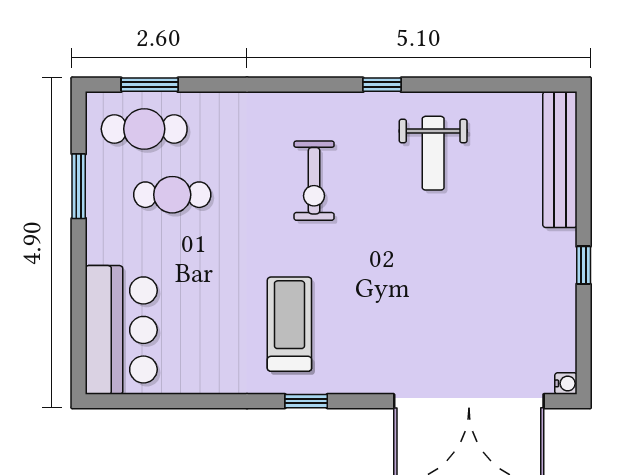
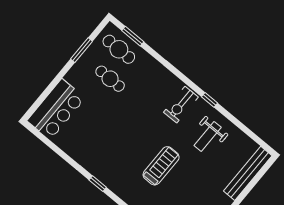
exercise bike: (314, 181) -> (181, 105), moved
treadmill: (289, 324) -> (161, 166), moved

